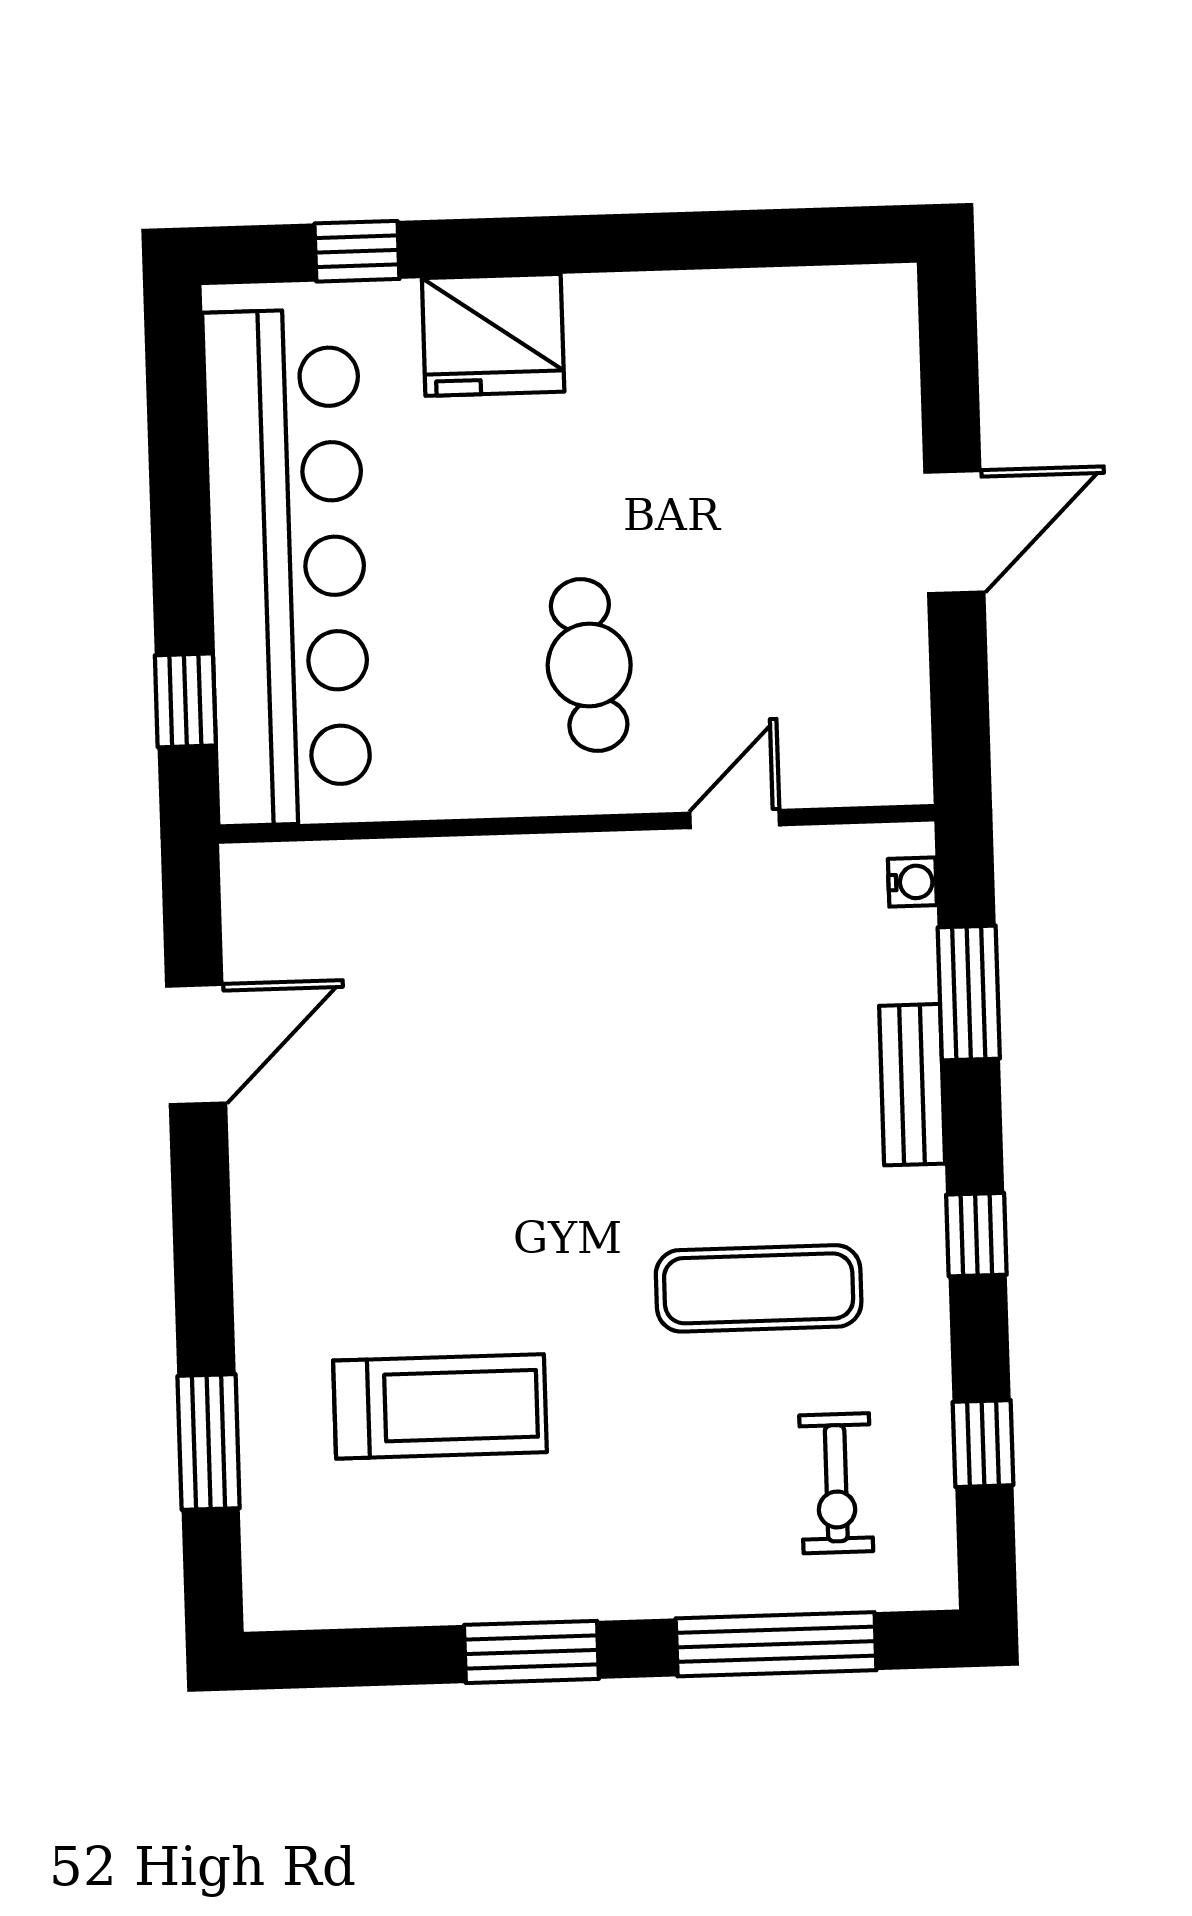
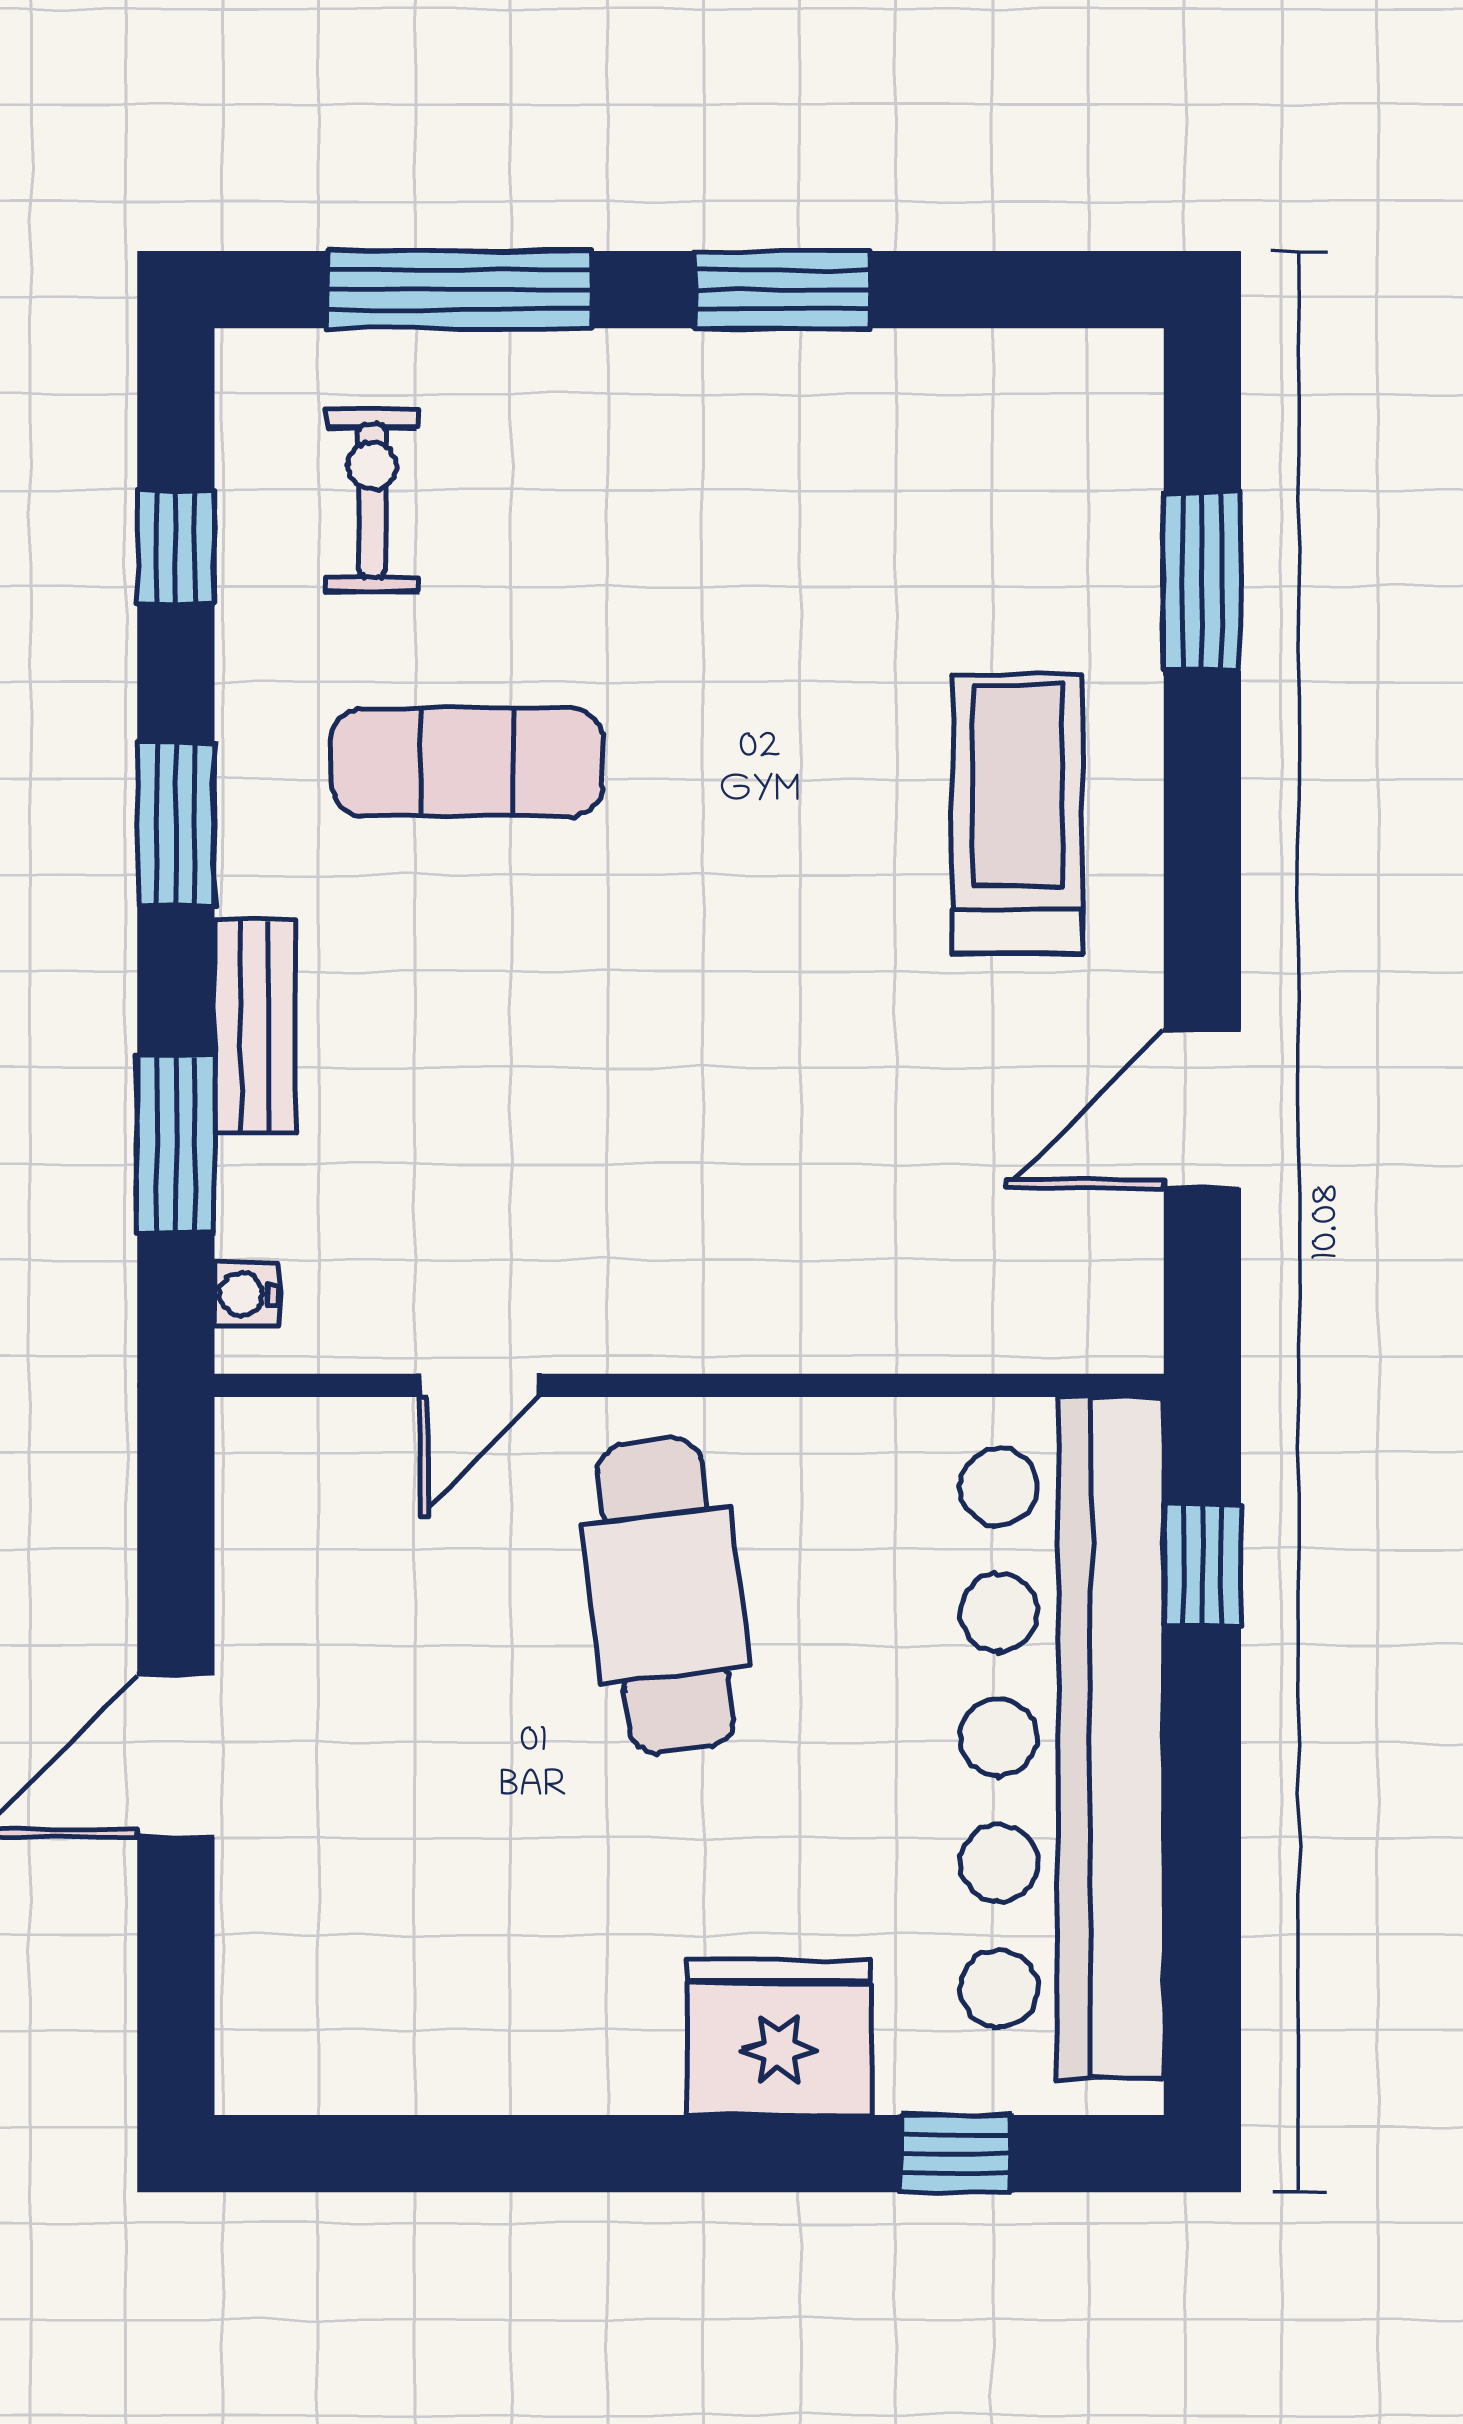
cafe table: (589, 665) -> (665, 1596), width x1.37, depth x1.35
window: (976, 1235) -> (176, 824), width x1.50
treadmill: (440, 1406) -> (1018, 814), moved, turned 90

